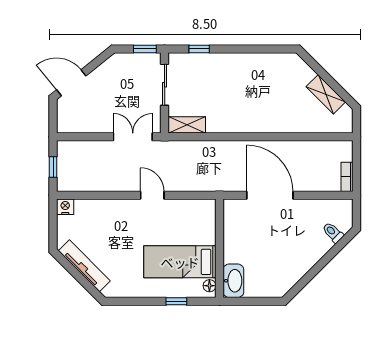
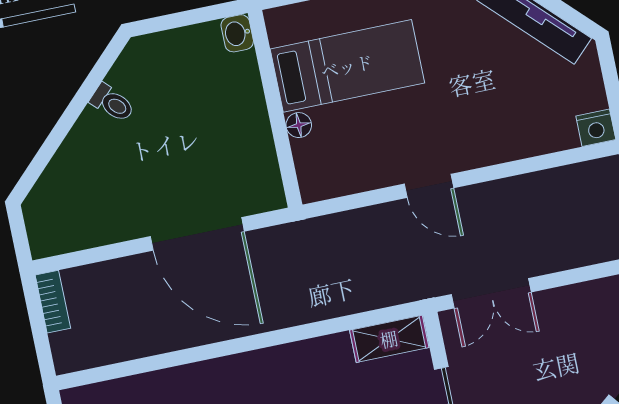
toilet: (333, 233) -> (112, 103), moved
washbasin: (233, 281) -> (237, 33), width x0.52, depth x0.69
floor lamp: (209, 286) -> (299, 125), moved

